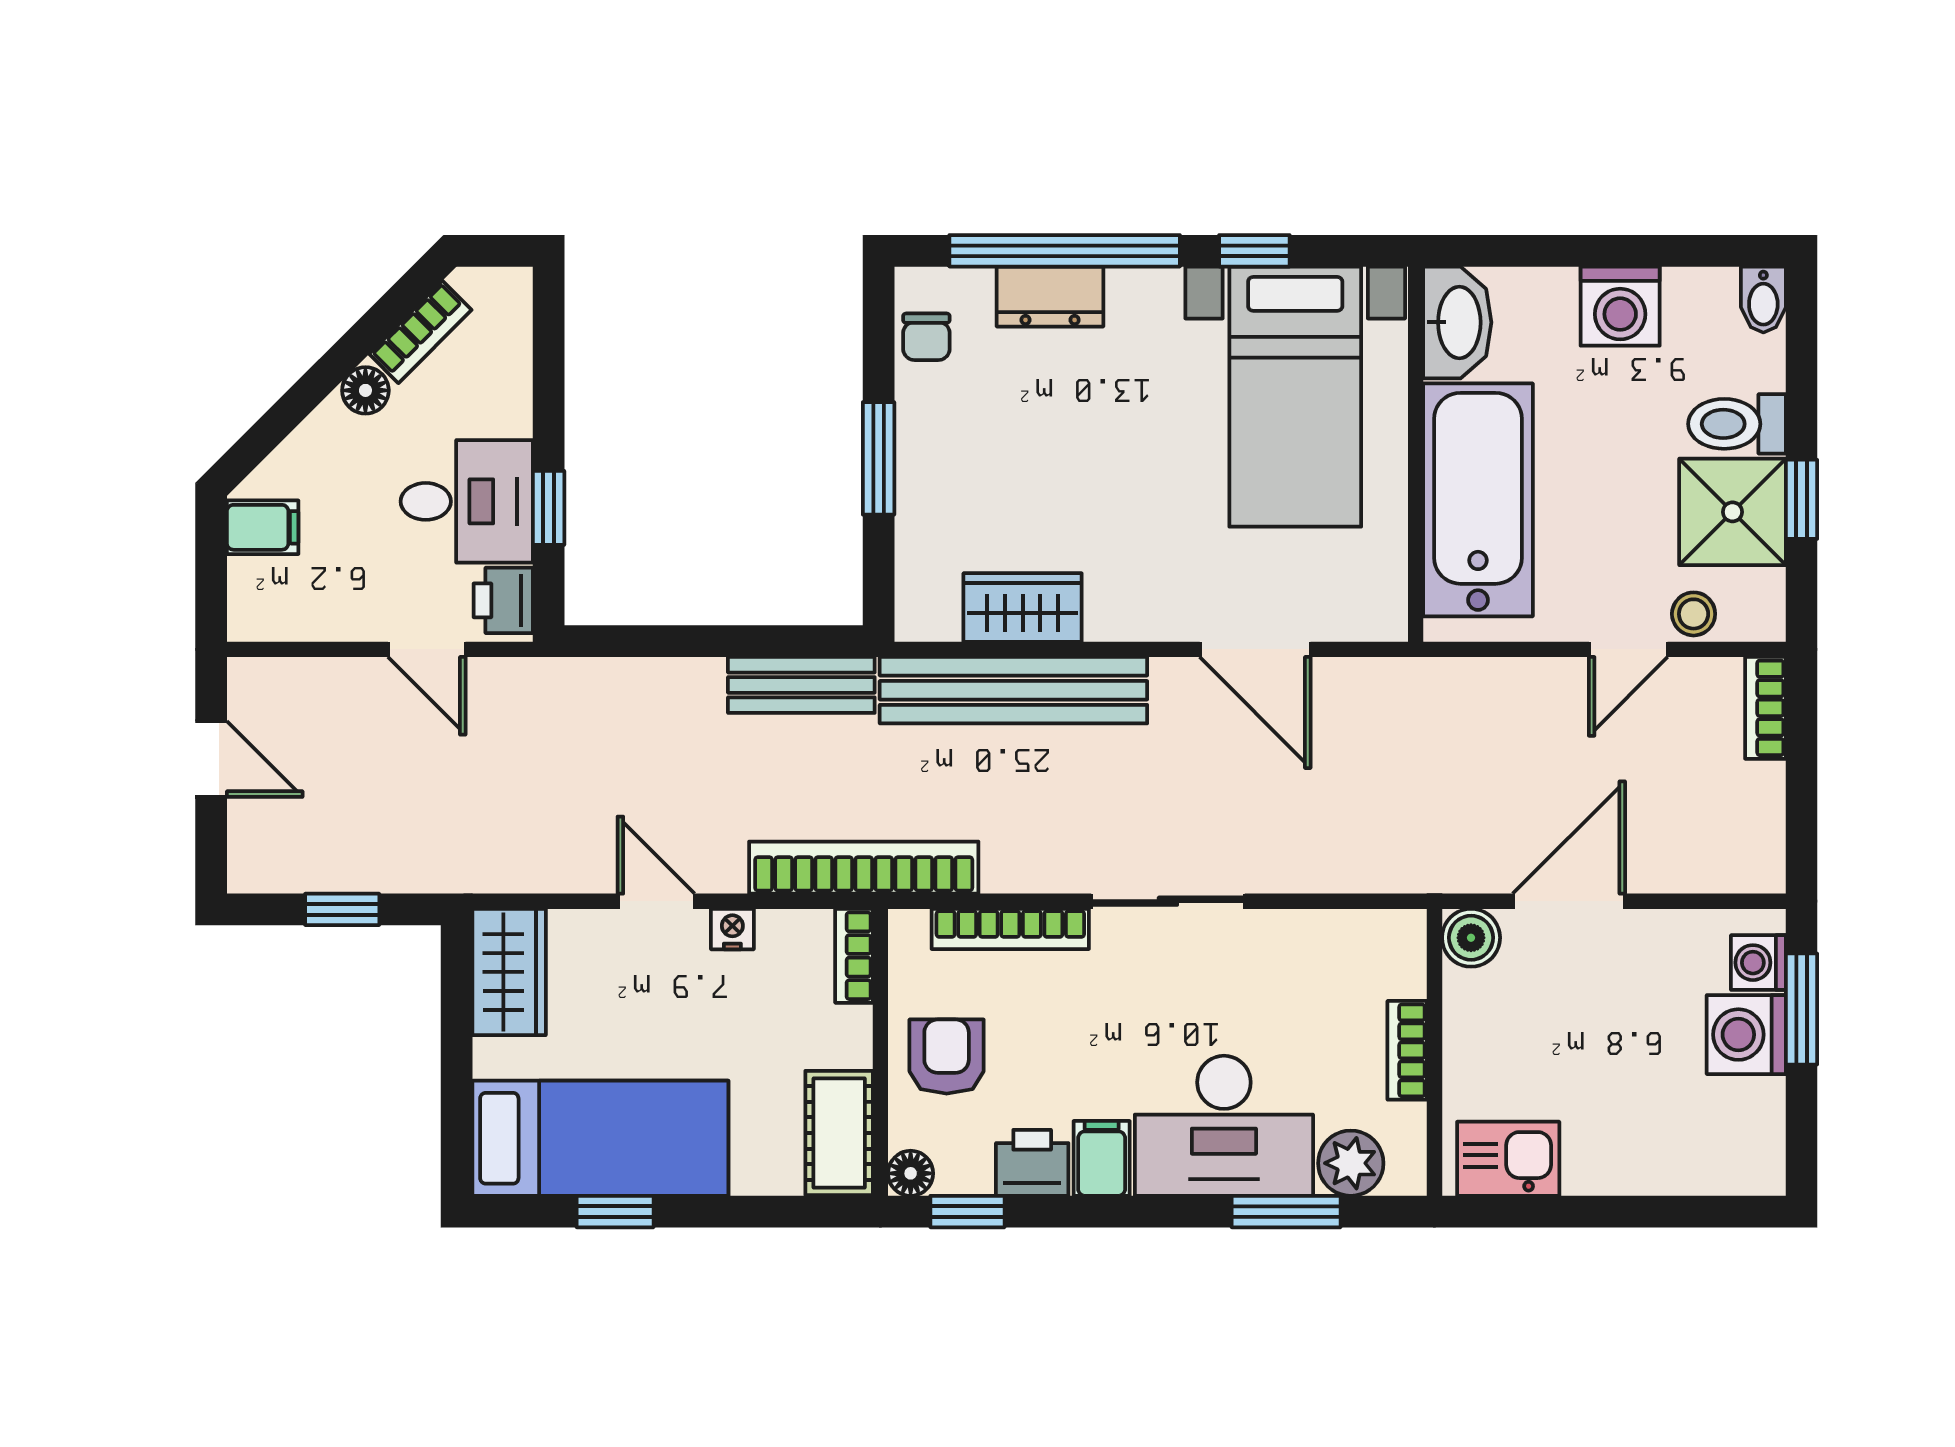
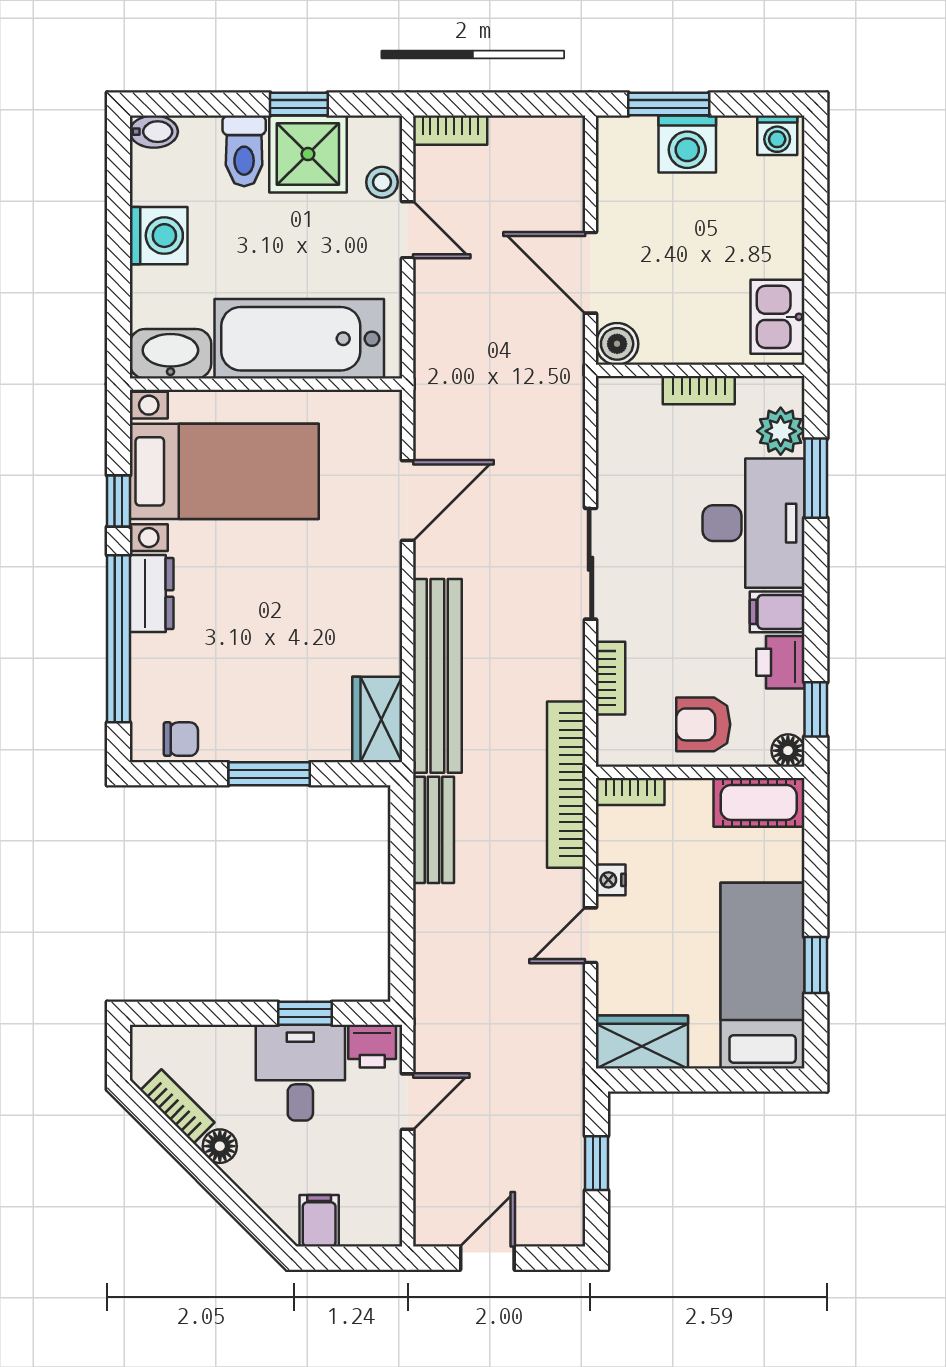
dresser: (1050, 297) -> (152, 593), moved
wardrobe: (1023, 608) -> (377, 719), moved
bookcase: (1010, 929) -> (611, 678), width x0.64
washing machine: (1758, 963) -> (777, 135), moved

